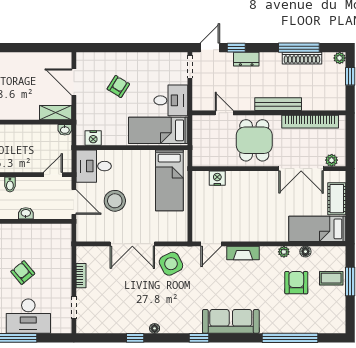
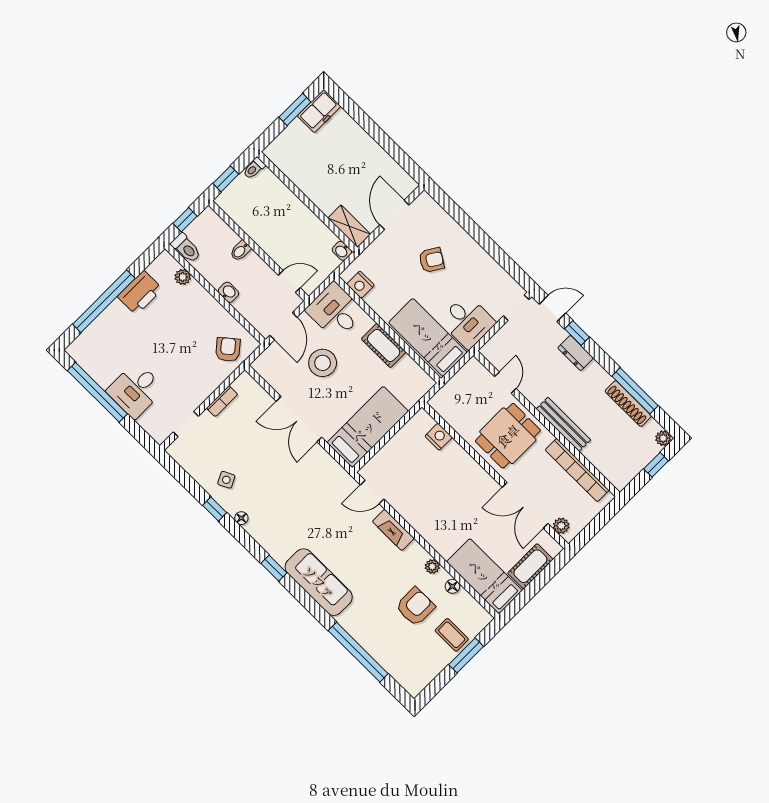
cot: (138, 158) -> (384, 345), added
bed: (169, 180) -> (368, 427), moved, turned 180
side table: (171, 264) -> (226, 480), moved, width x0.54, depth x0.54
armchair: (23, 273) -> (228, 349), moved
desk: (28, 316) -> (136, 390), width x0.73

